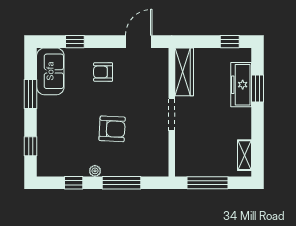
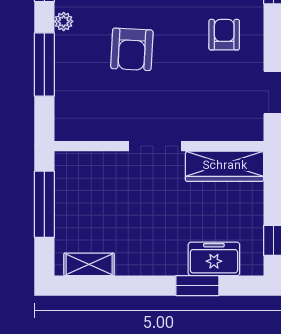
freezer: (241, 85) -> (214, 259), width x0.71

